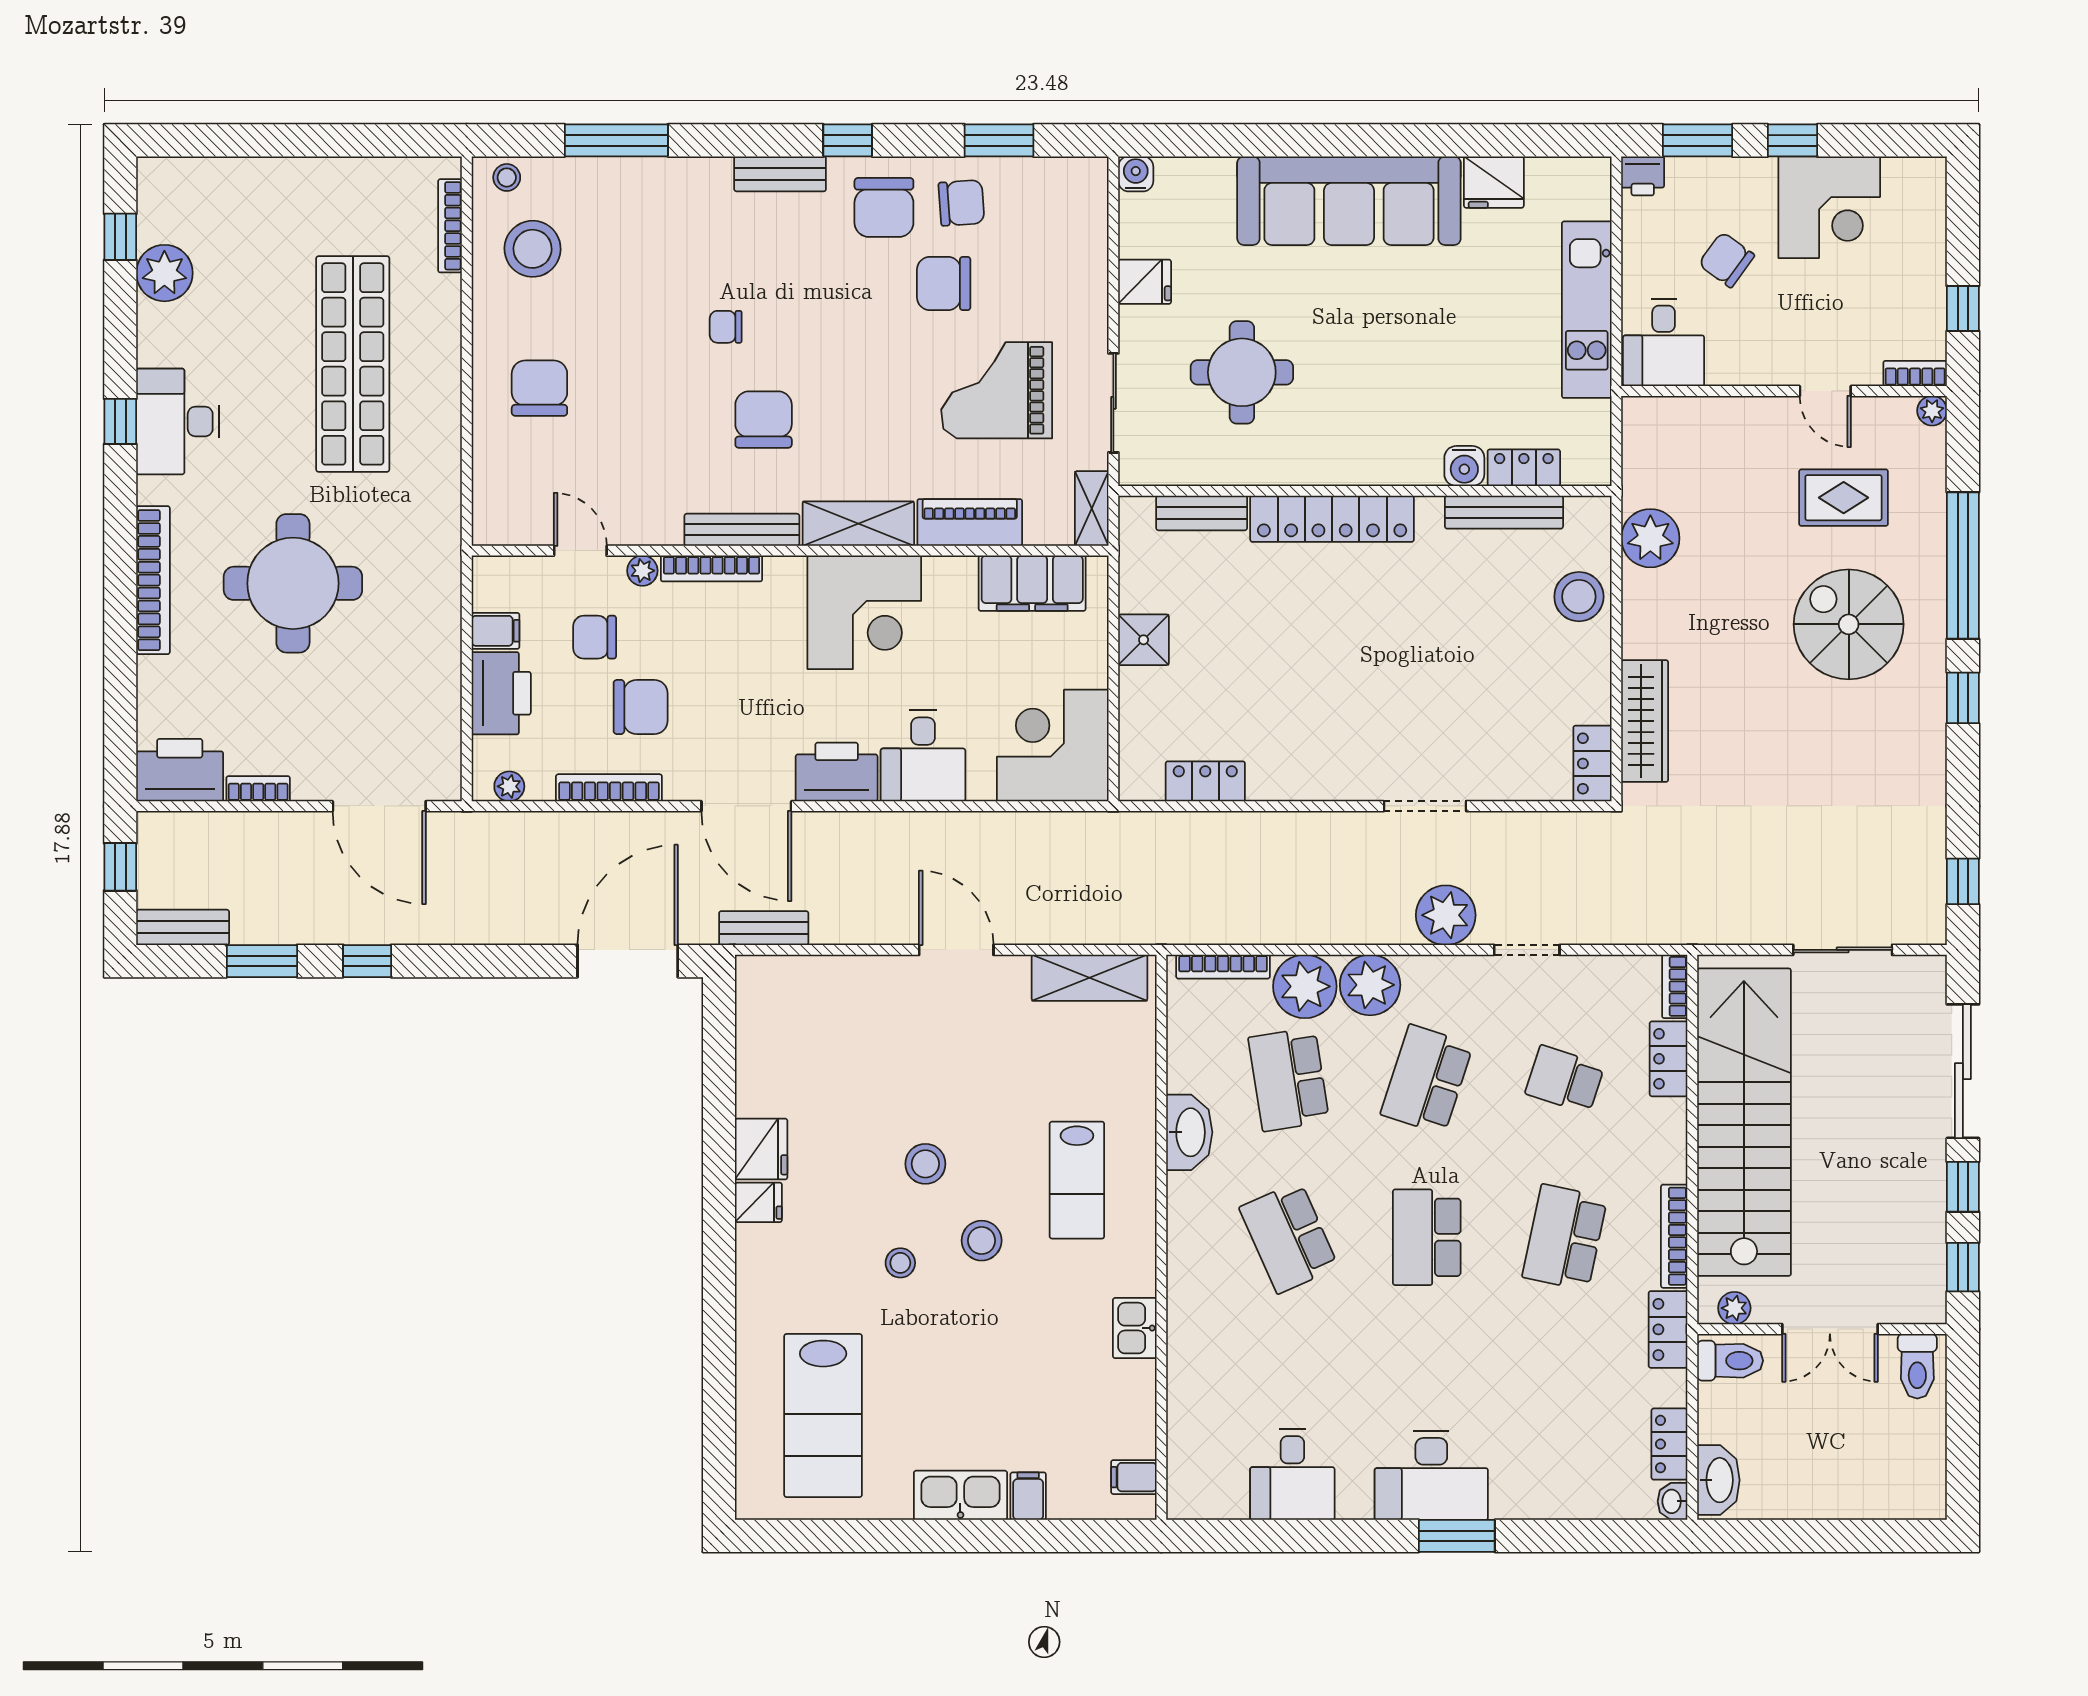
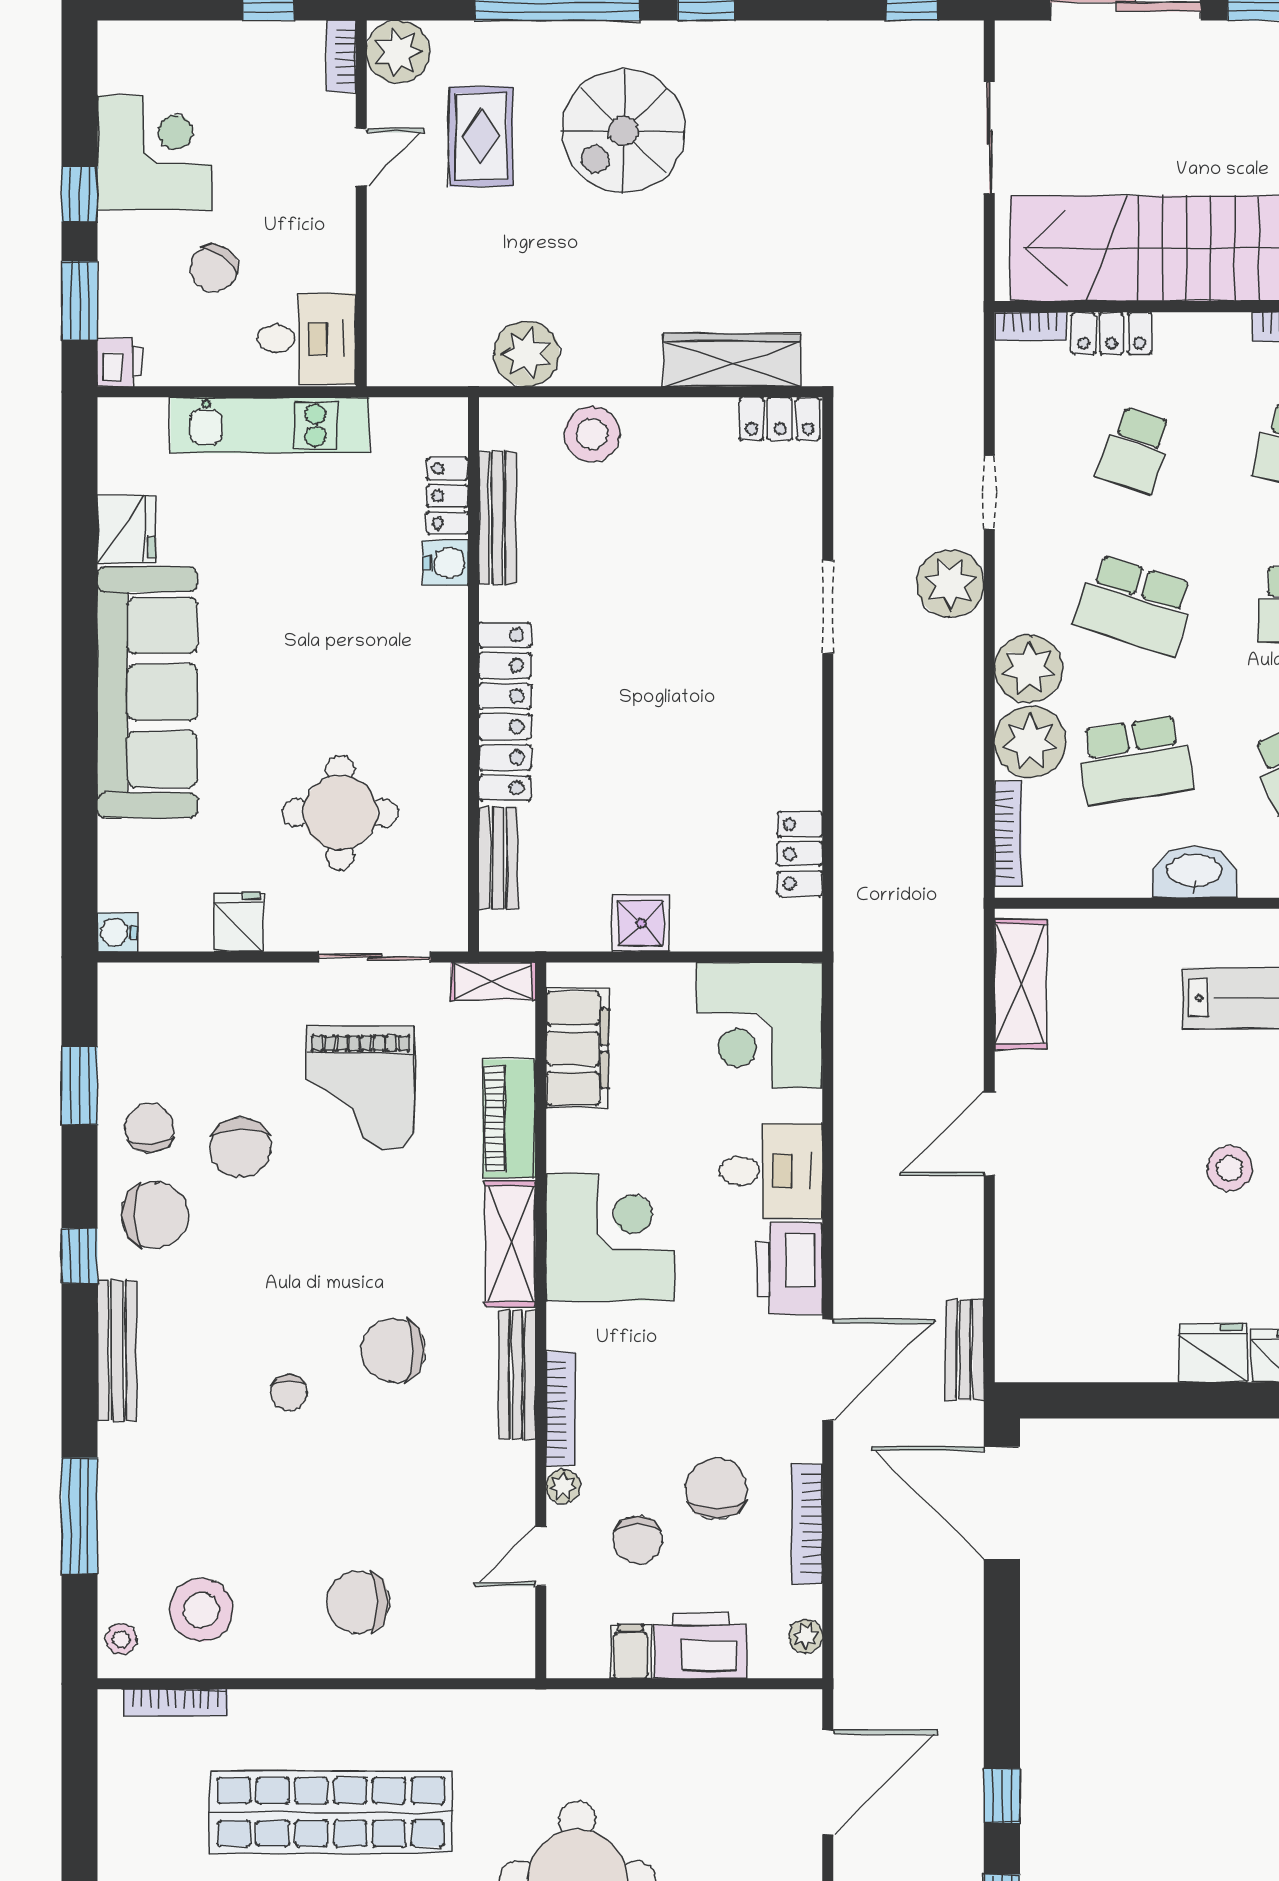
bench: (780, 174) -> (117, 1350), width x1.36
plant: (1932, 411) -> (398, 52), width x1.87, depth x1.87

